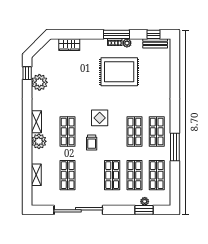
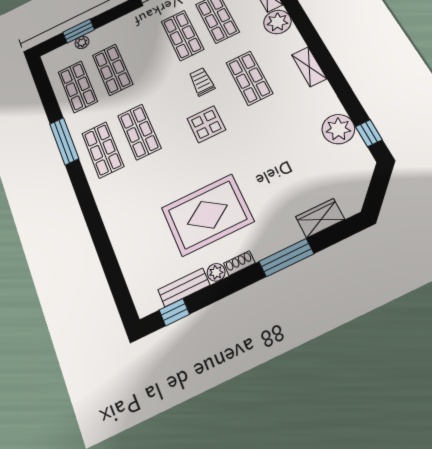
window: (116, 34) -> (286, 258), moved
bench: (155, 43) -> (184, 287), moved
plant: (39, 141) -> (277, 22), moved
shop shelf: (112, 175) -> (182, 35), moved

